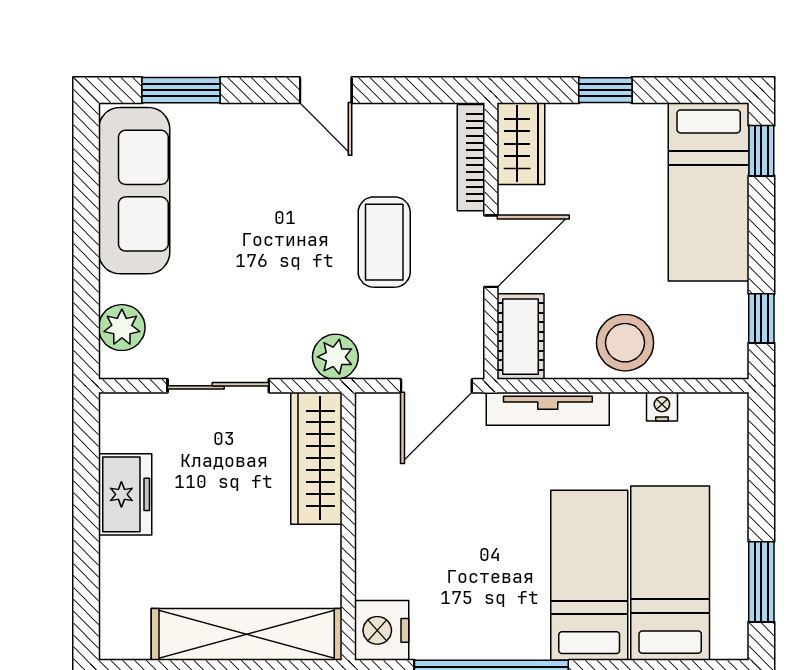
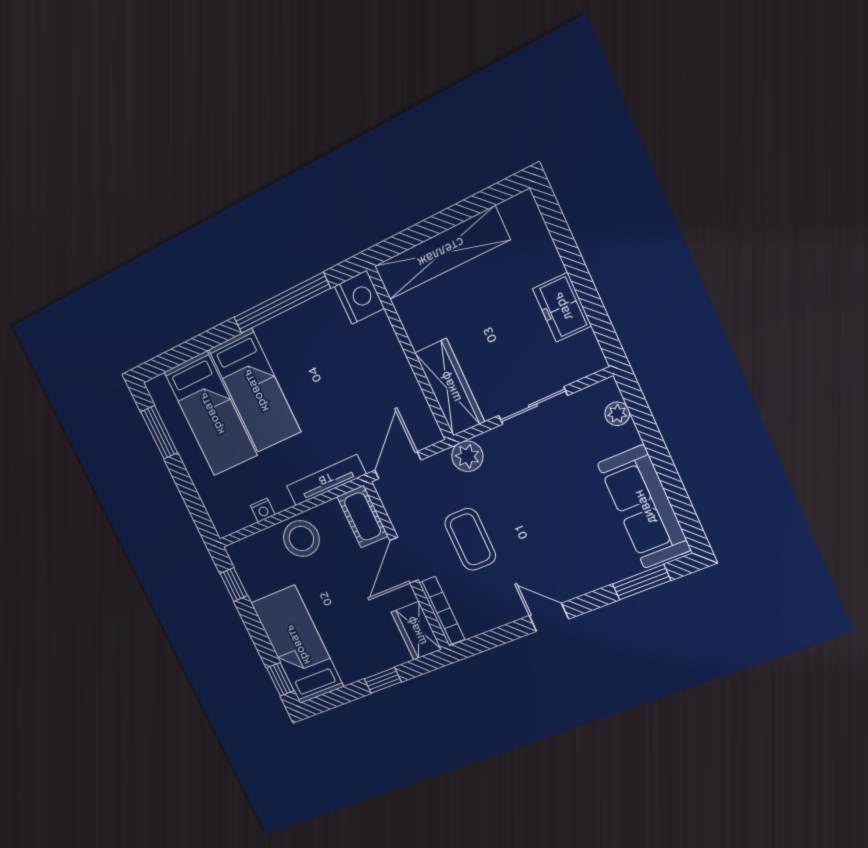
plant: (122, 328) -> (617, 414), width x0.73, depth x0.73

